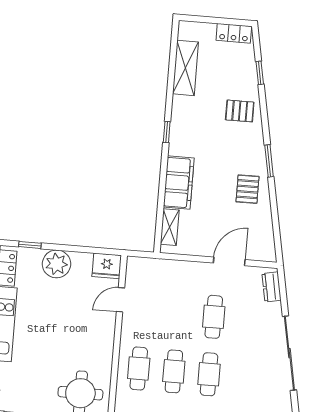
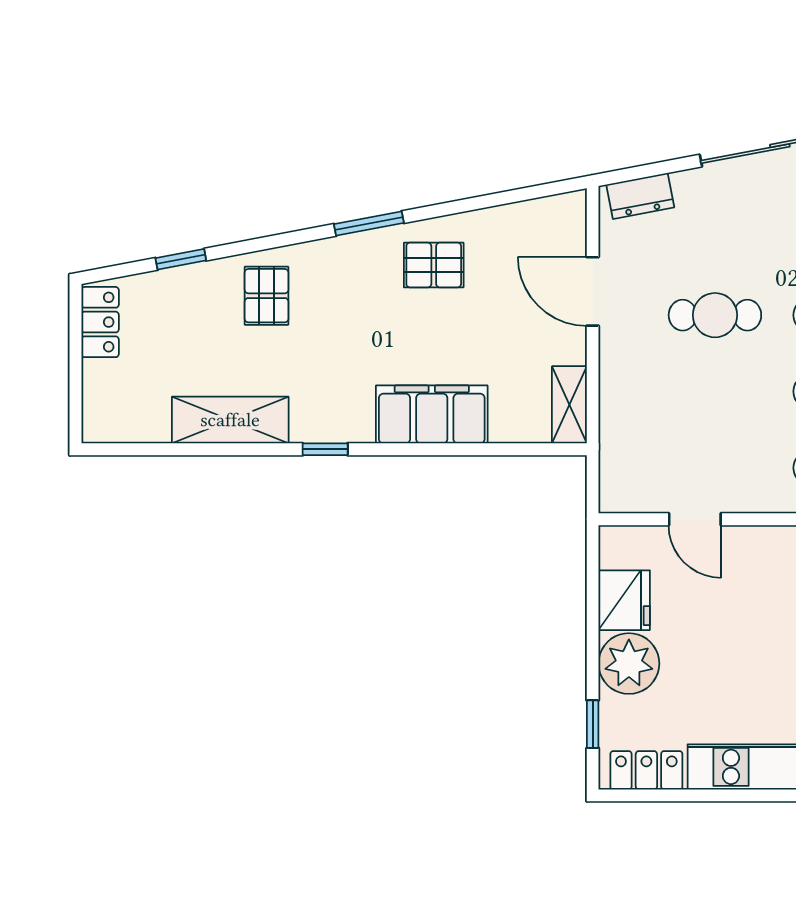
shelving: (186, 68) -> (230, 420), moved
shelving: (170, 227) -> (569, 405), moved, turned 90
fridge: (107, 266) -> (624, 600), moved

